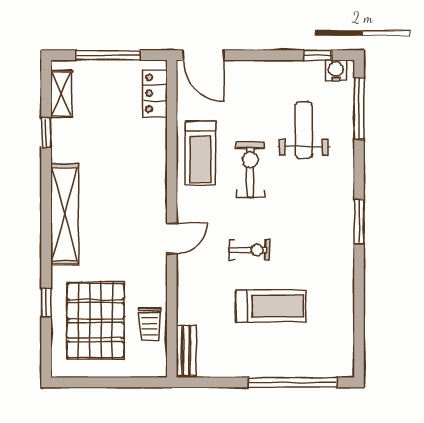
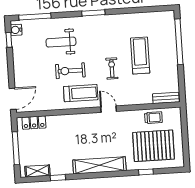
weight bench: (304, 130) -> (61, 42), moved
treadmill: (200, 153) -> (81, 93), moved

